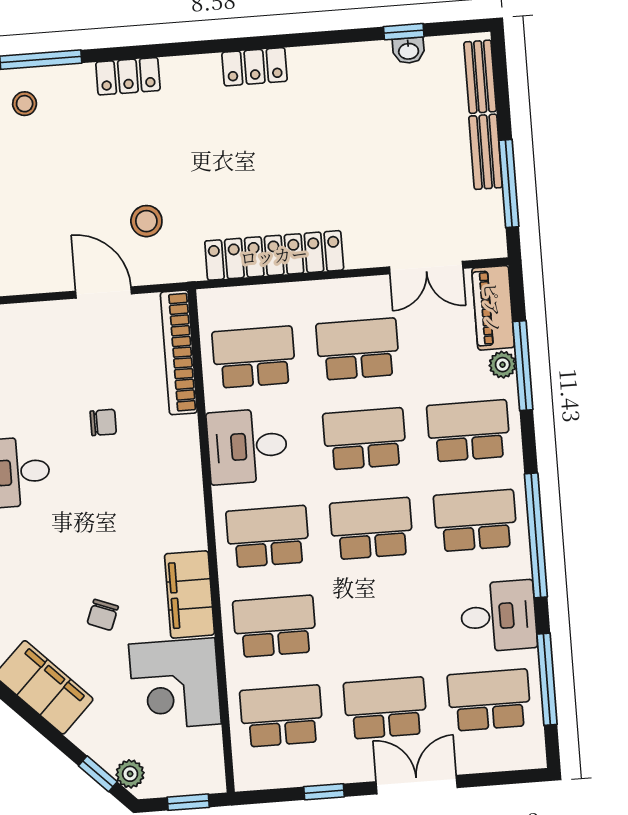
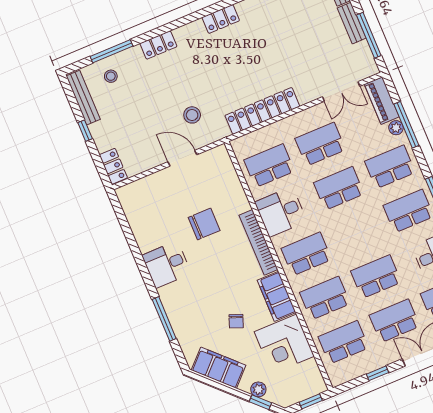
bookcase: (179, 352) -> (258, 242), moved
chair: (103, 422) -> (204, 224), width x1.87, depth x1.87
school desk: (372, 529) -> (376, 277), moved
plant: (130, 774) -> (258, 389), moved

